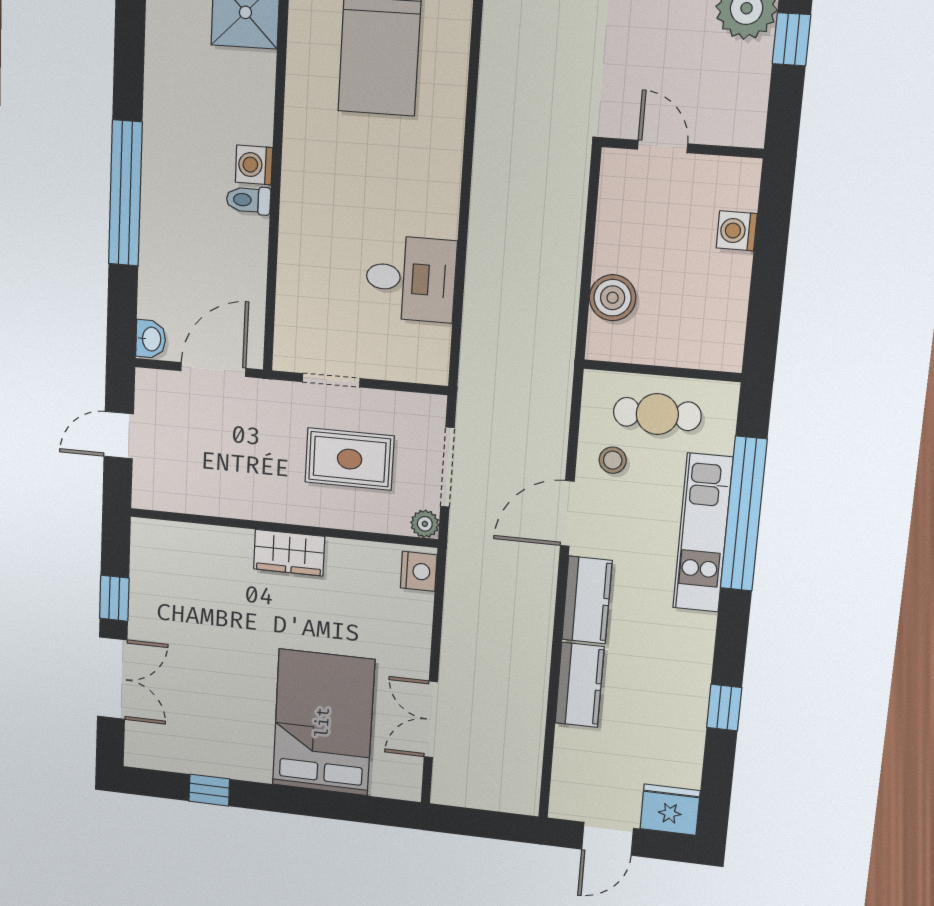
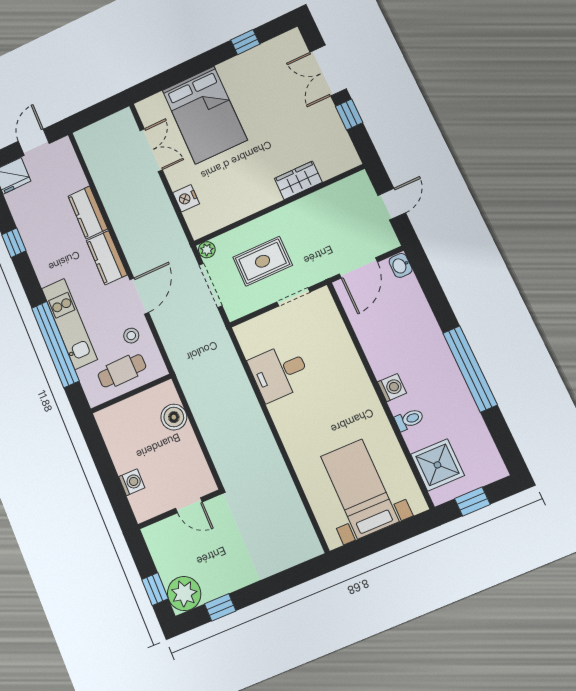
window: (125, 193) -> (470, 369), moved
toilet: (248, 200) -> (409, 419), moved
wardrobe: (289, 553) -> (298, 180), moved
nightstand: (419, 571) -> (186, 198), moved

